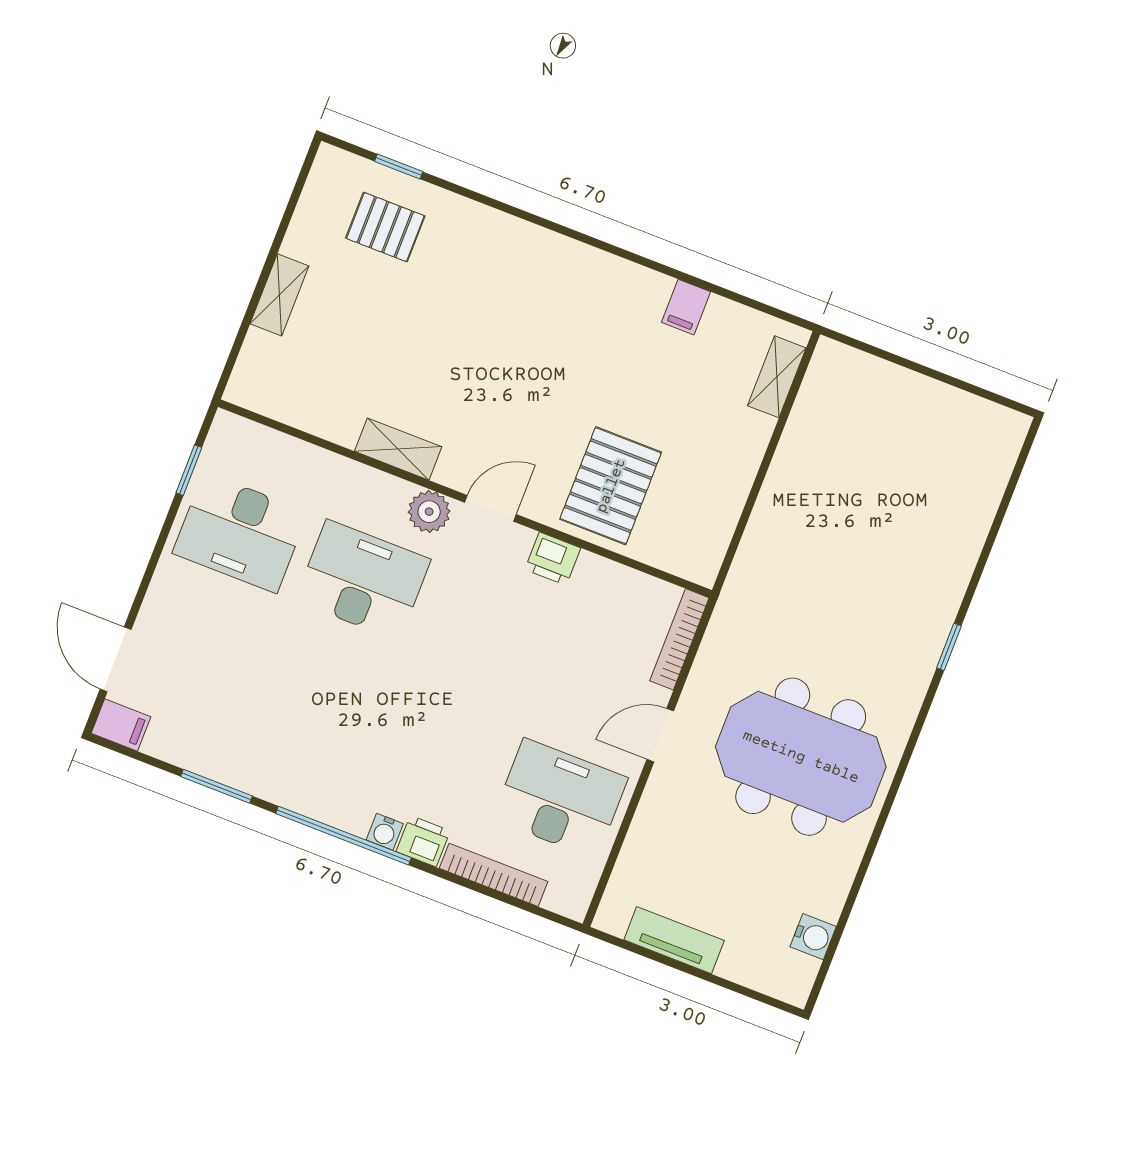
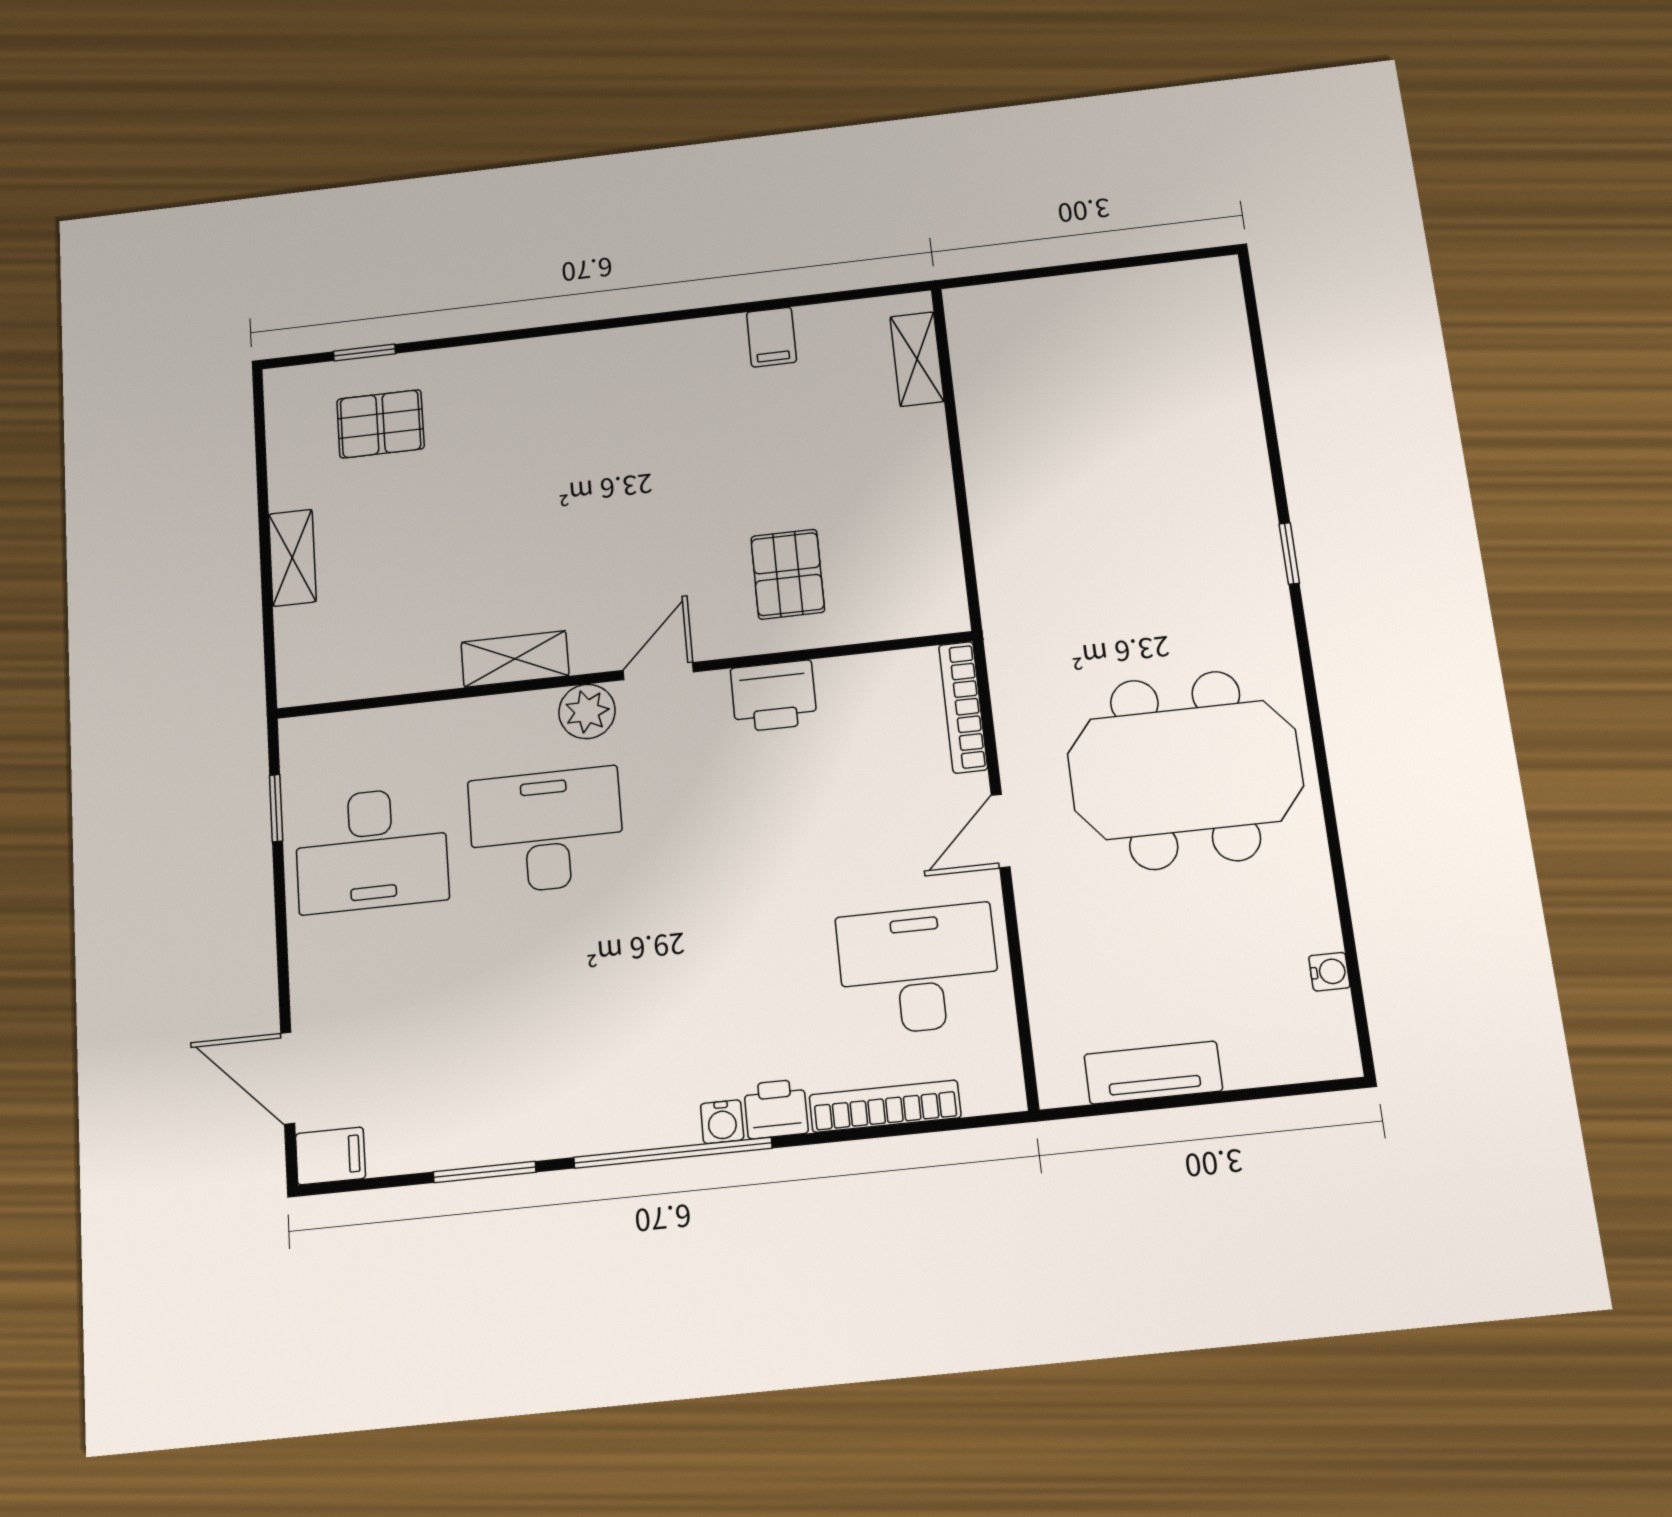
pallet: (611, 486) -> (788, 574), width x0.67, depth x0.71
printer: (553, 559) -> (774, 696), width x1.36, depth x1.24
water cooler: (813, 937) -> (1329, 972), width x0.72, depth x0.72

